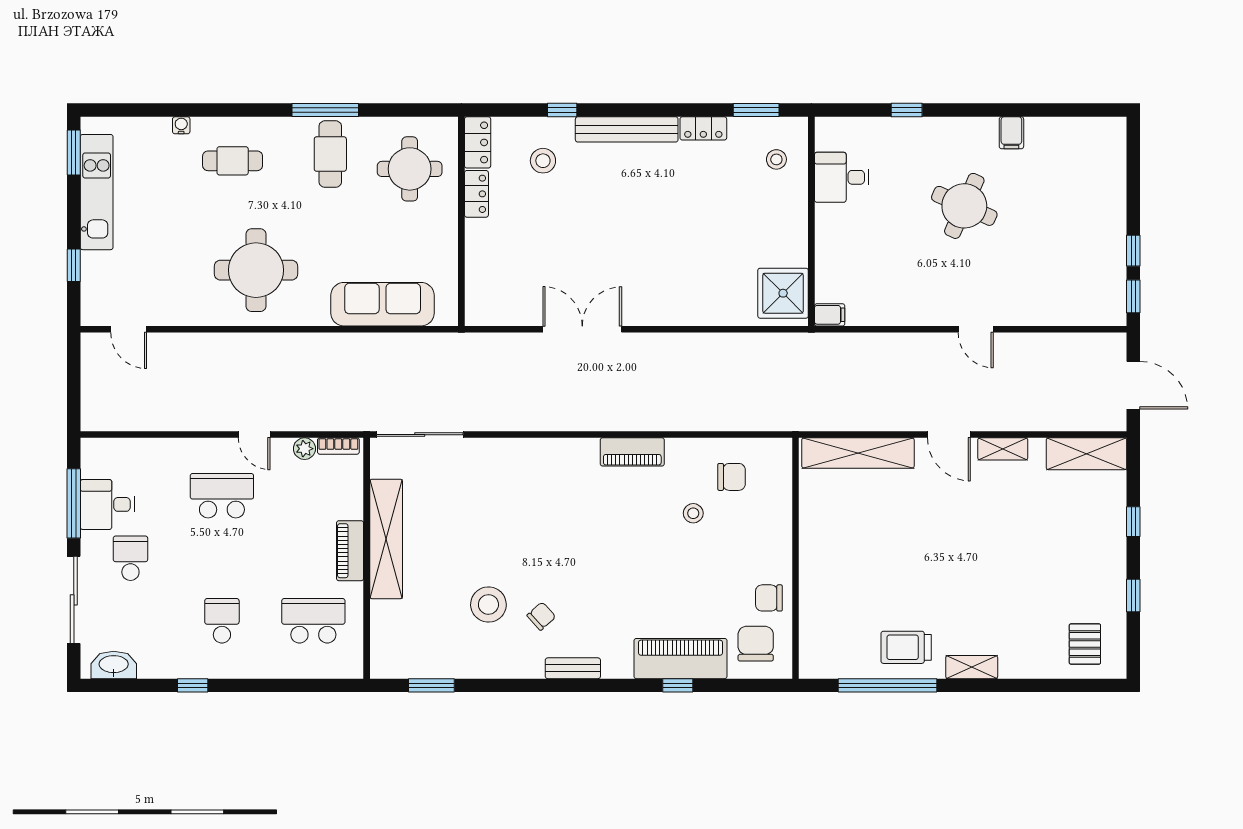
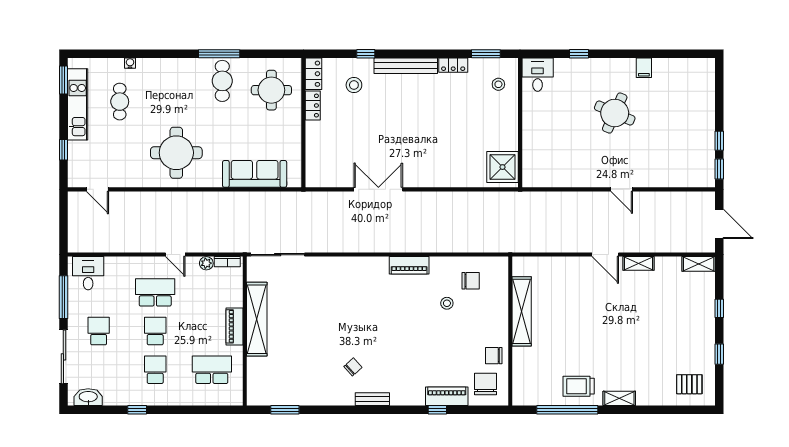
cafe table: (233, 161) -> (120, 102), moved, turned 90
desk: (842, 177) -> (538, 75), moved, turned 90
filing cabinet: (830, 315) -> (531, 180), removed
shelving: (858, 453) -> (522, 311), moved, turned 90
shelving: (1086, 454) -> (699, 264), width x0.67, depth x0.75
desk: (107, 504) -> (88, 273), moved, turned 90
school desk: (222, 558) -> (155, 331), added
stool: (488, 604) -> (320, 360), removed
pallet: (1085, 644) -> (689, 384), turned 90
piano: (681, 659) -> (447, 396), width x0.73, depth x0.75

